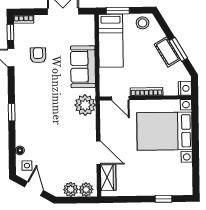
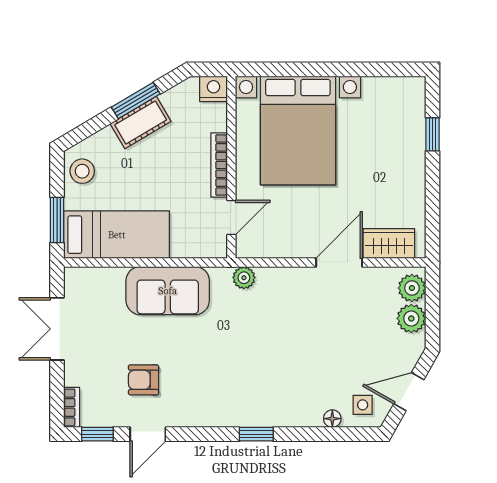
plant: (85, 105) -> (244, 278), width x0.53, depth x0.53

